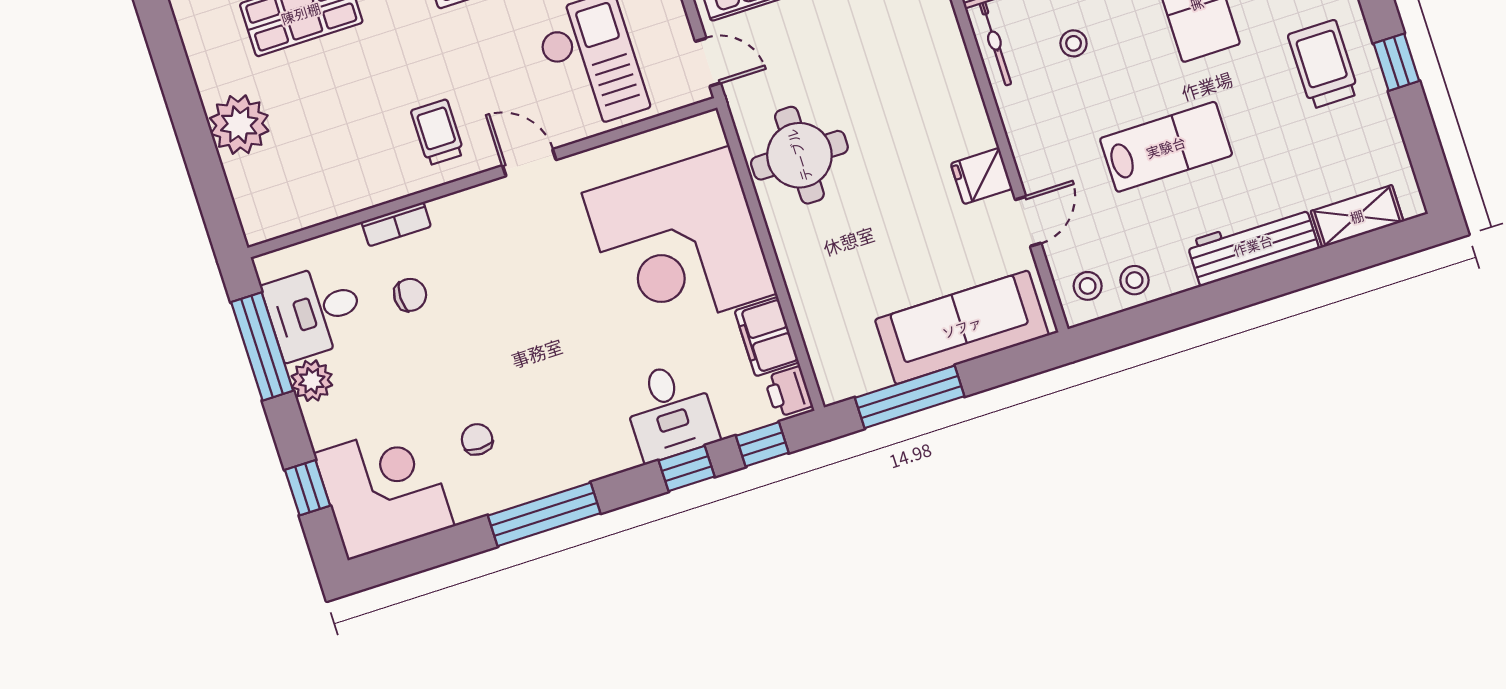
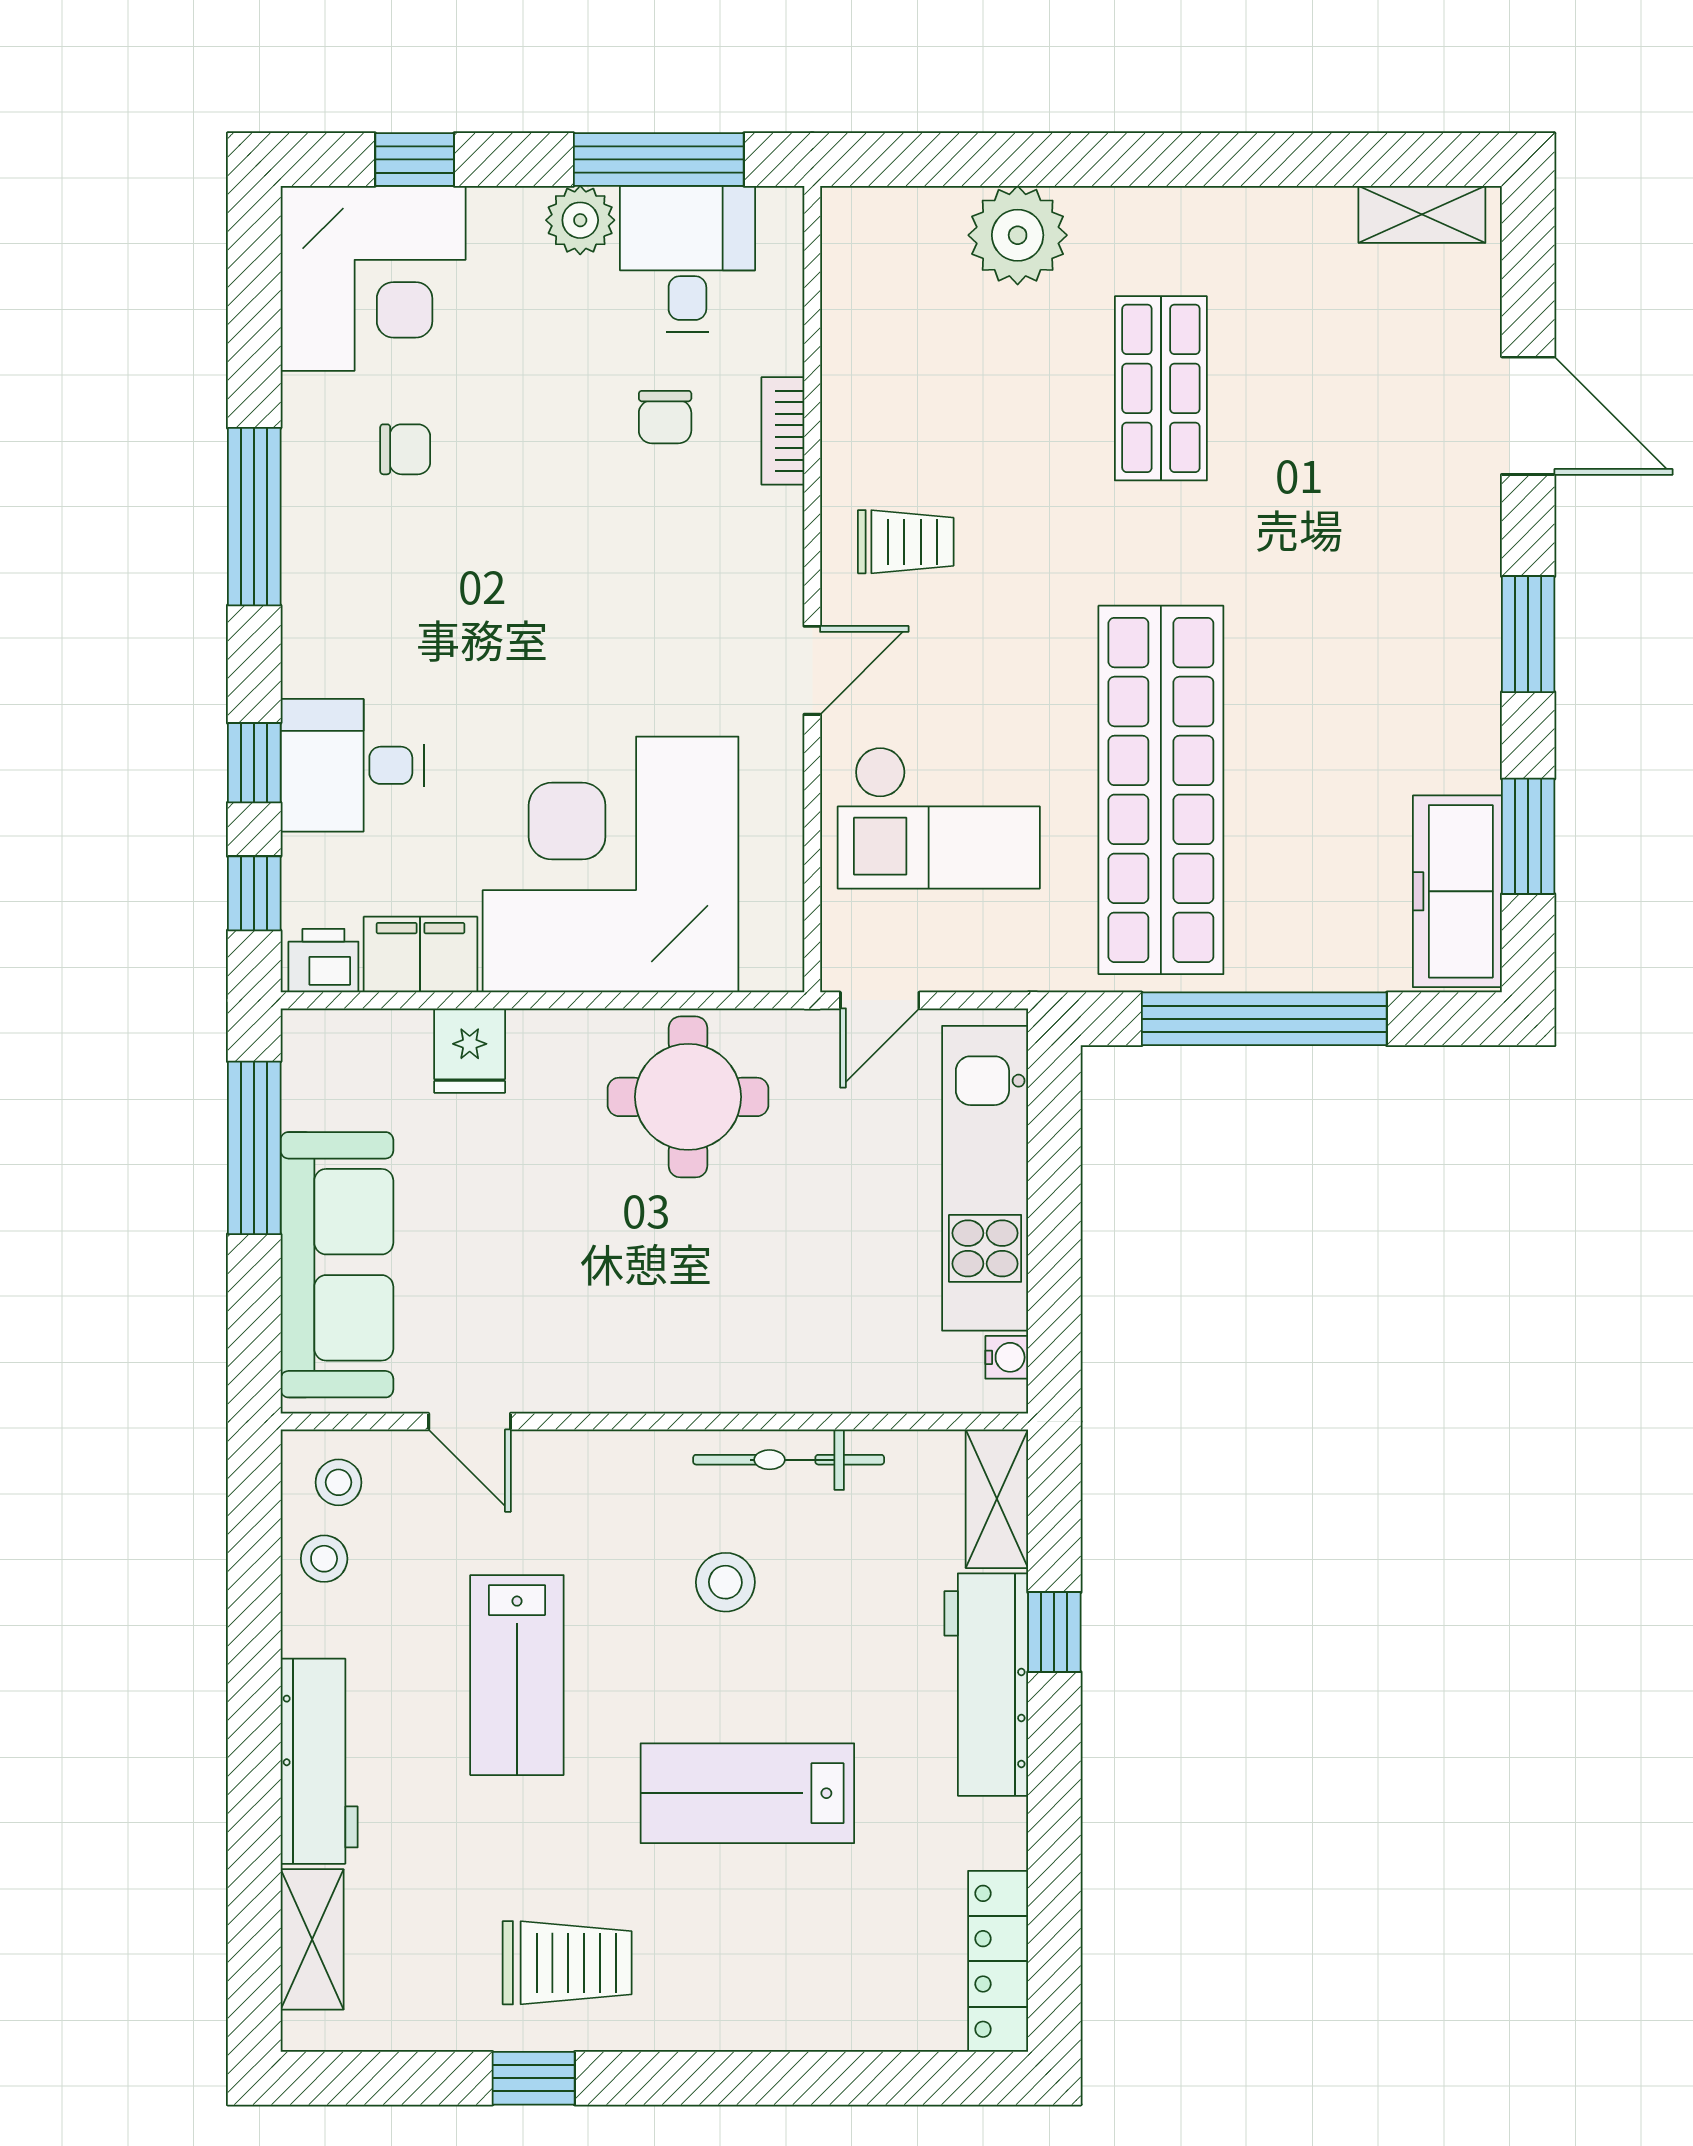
stool: (1074, 43) -> (725, 1582), width x1.37, depth x1.37
fridge: (981, 176) -> (470, 1051), moved, turned 180

